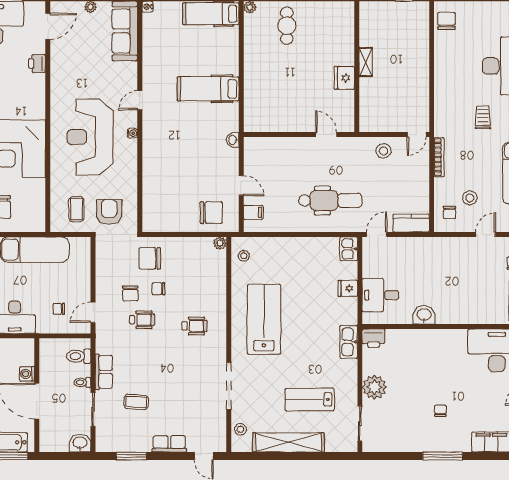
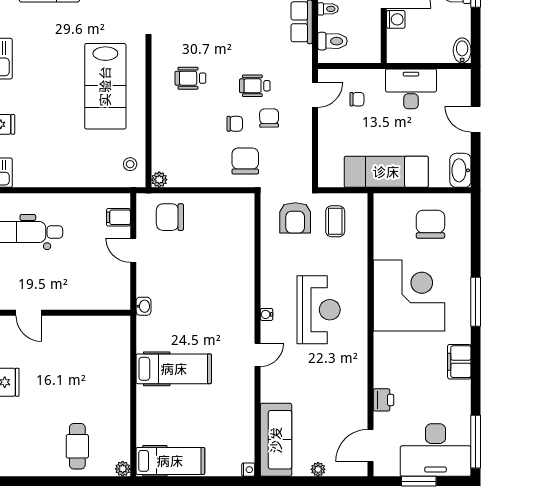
reception desk: (90, 137) -> (319, 310), width x0.74, depth x0.77
chair: (150, 258) -> (245, 161), turned -90

